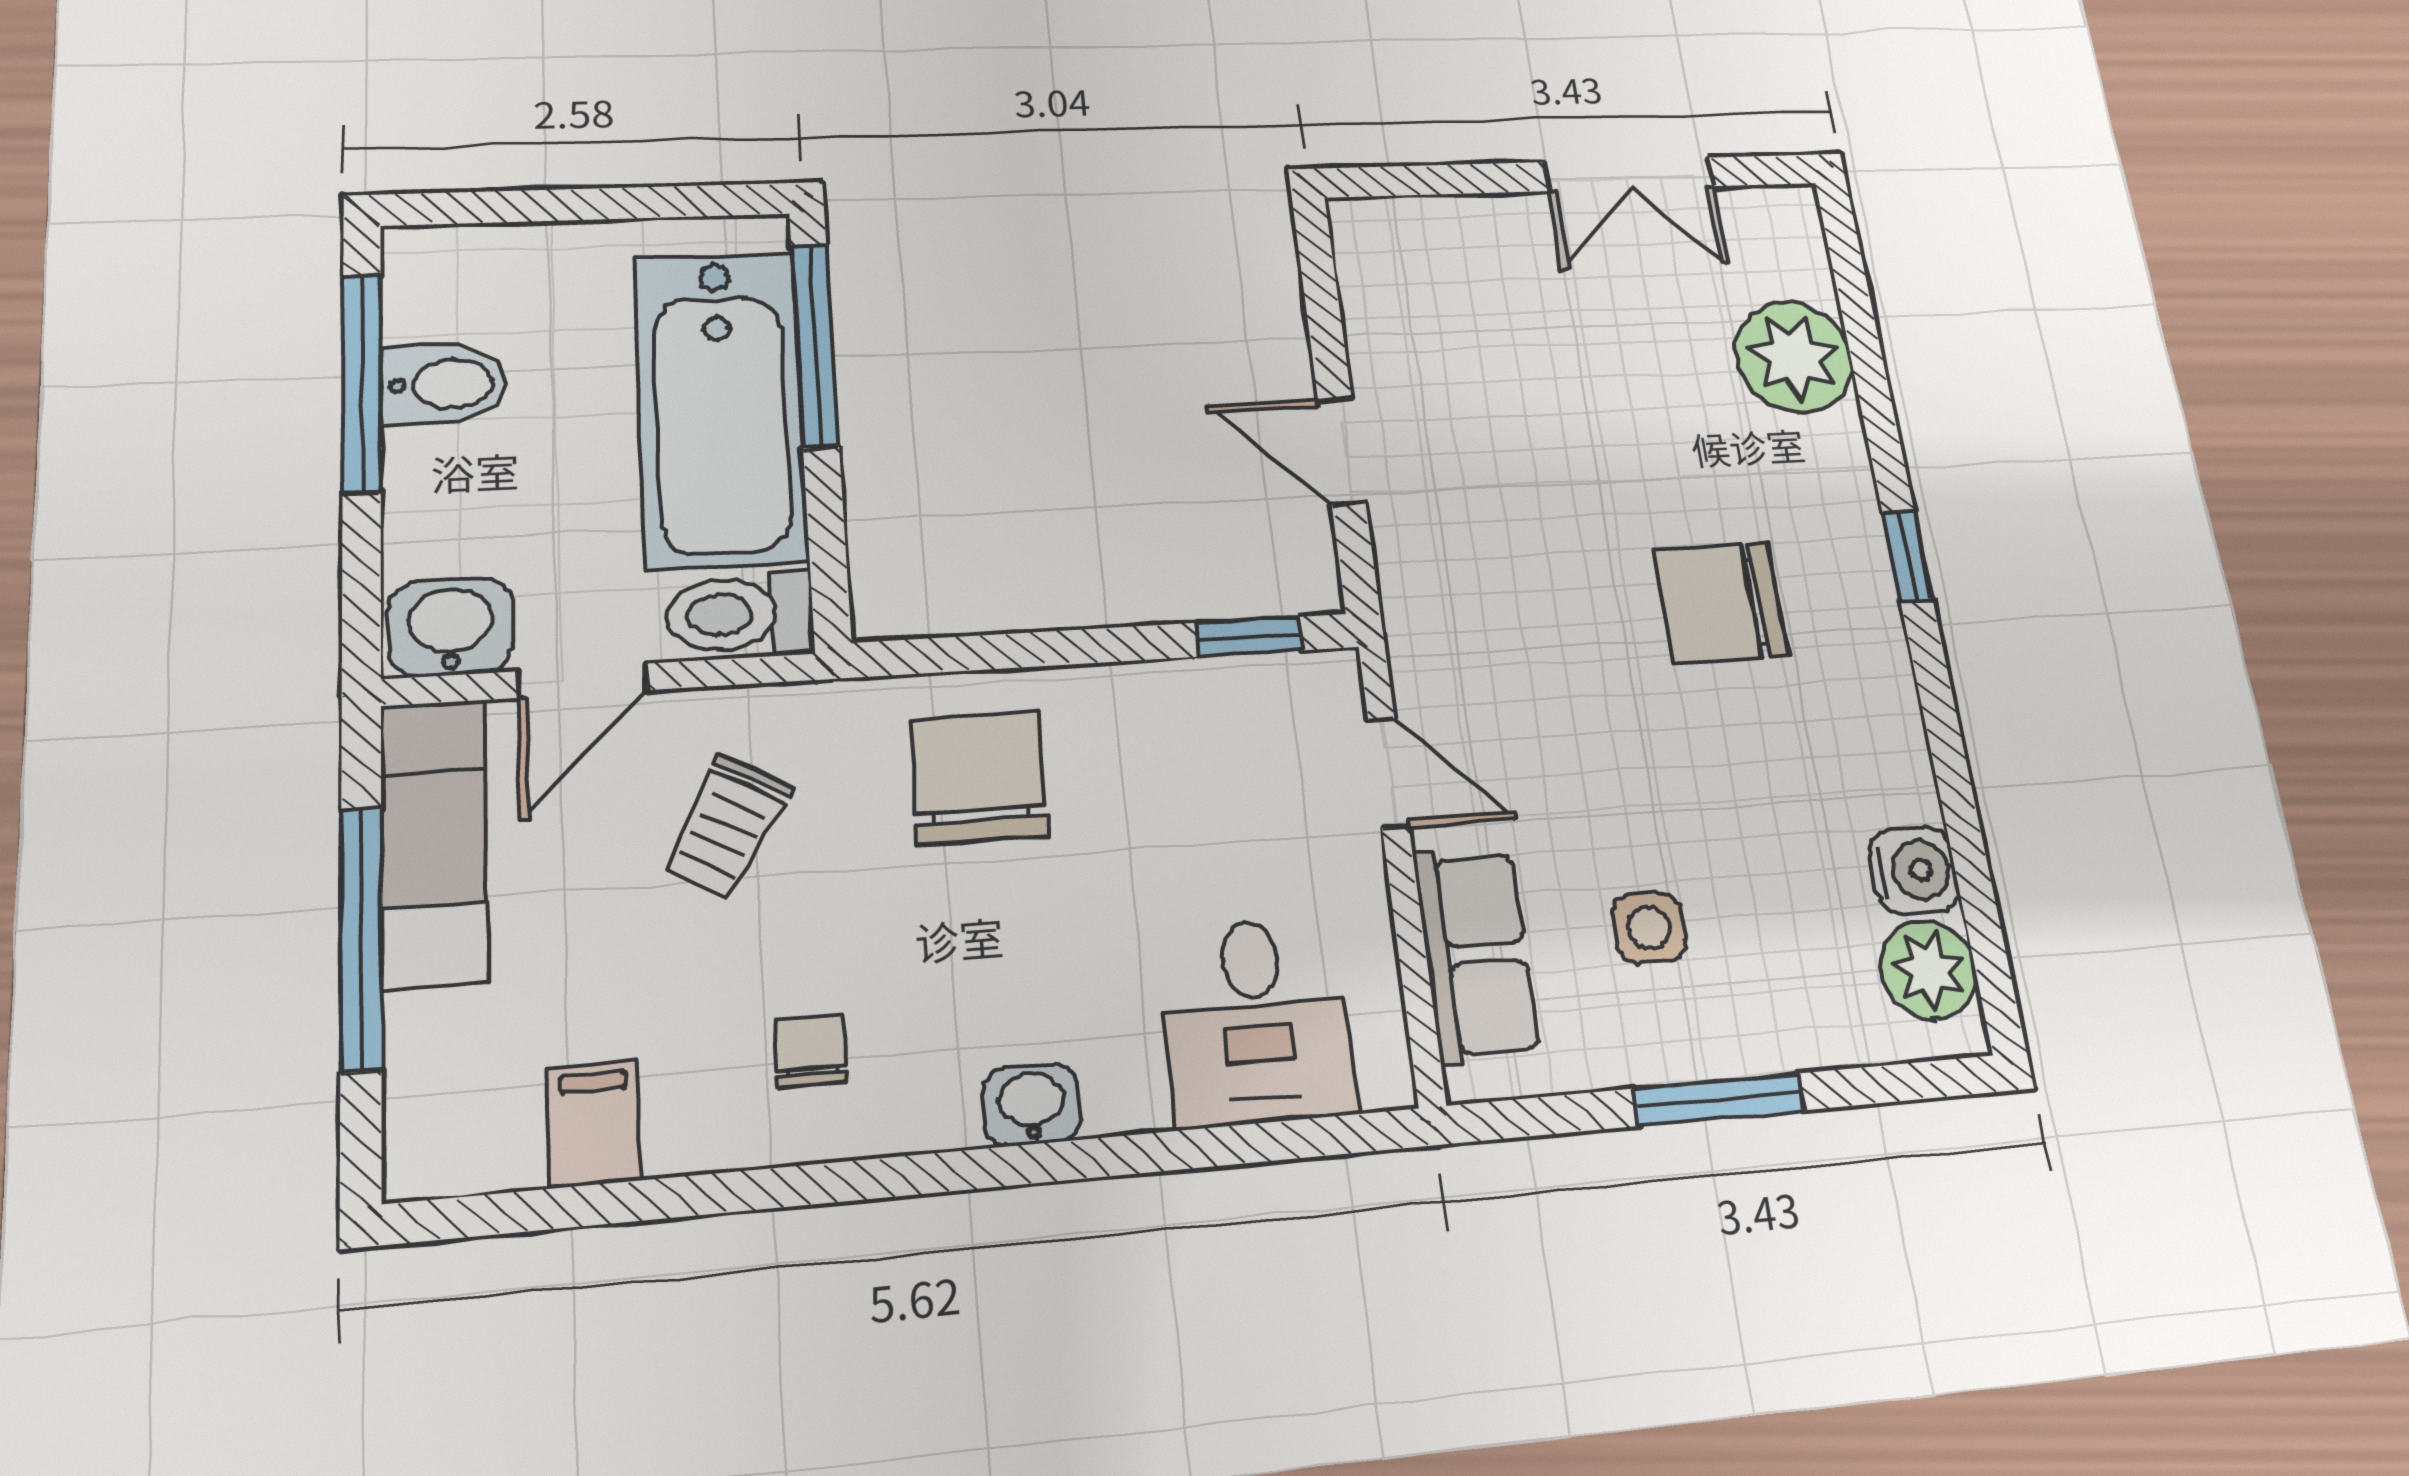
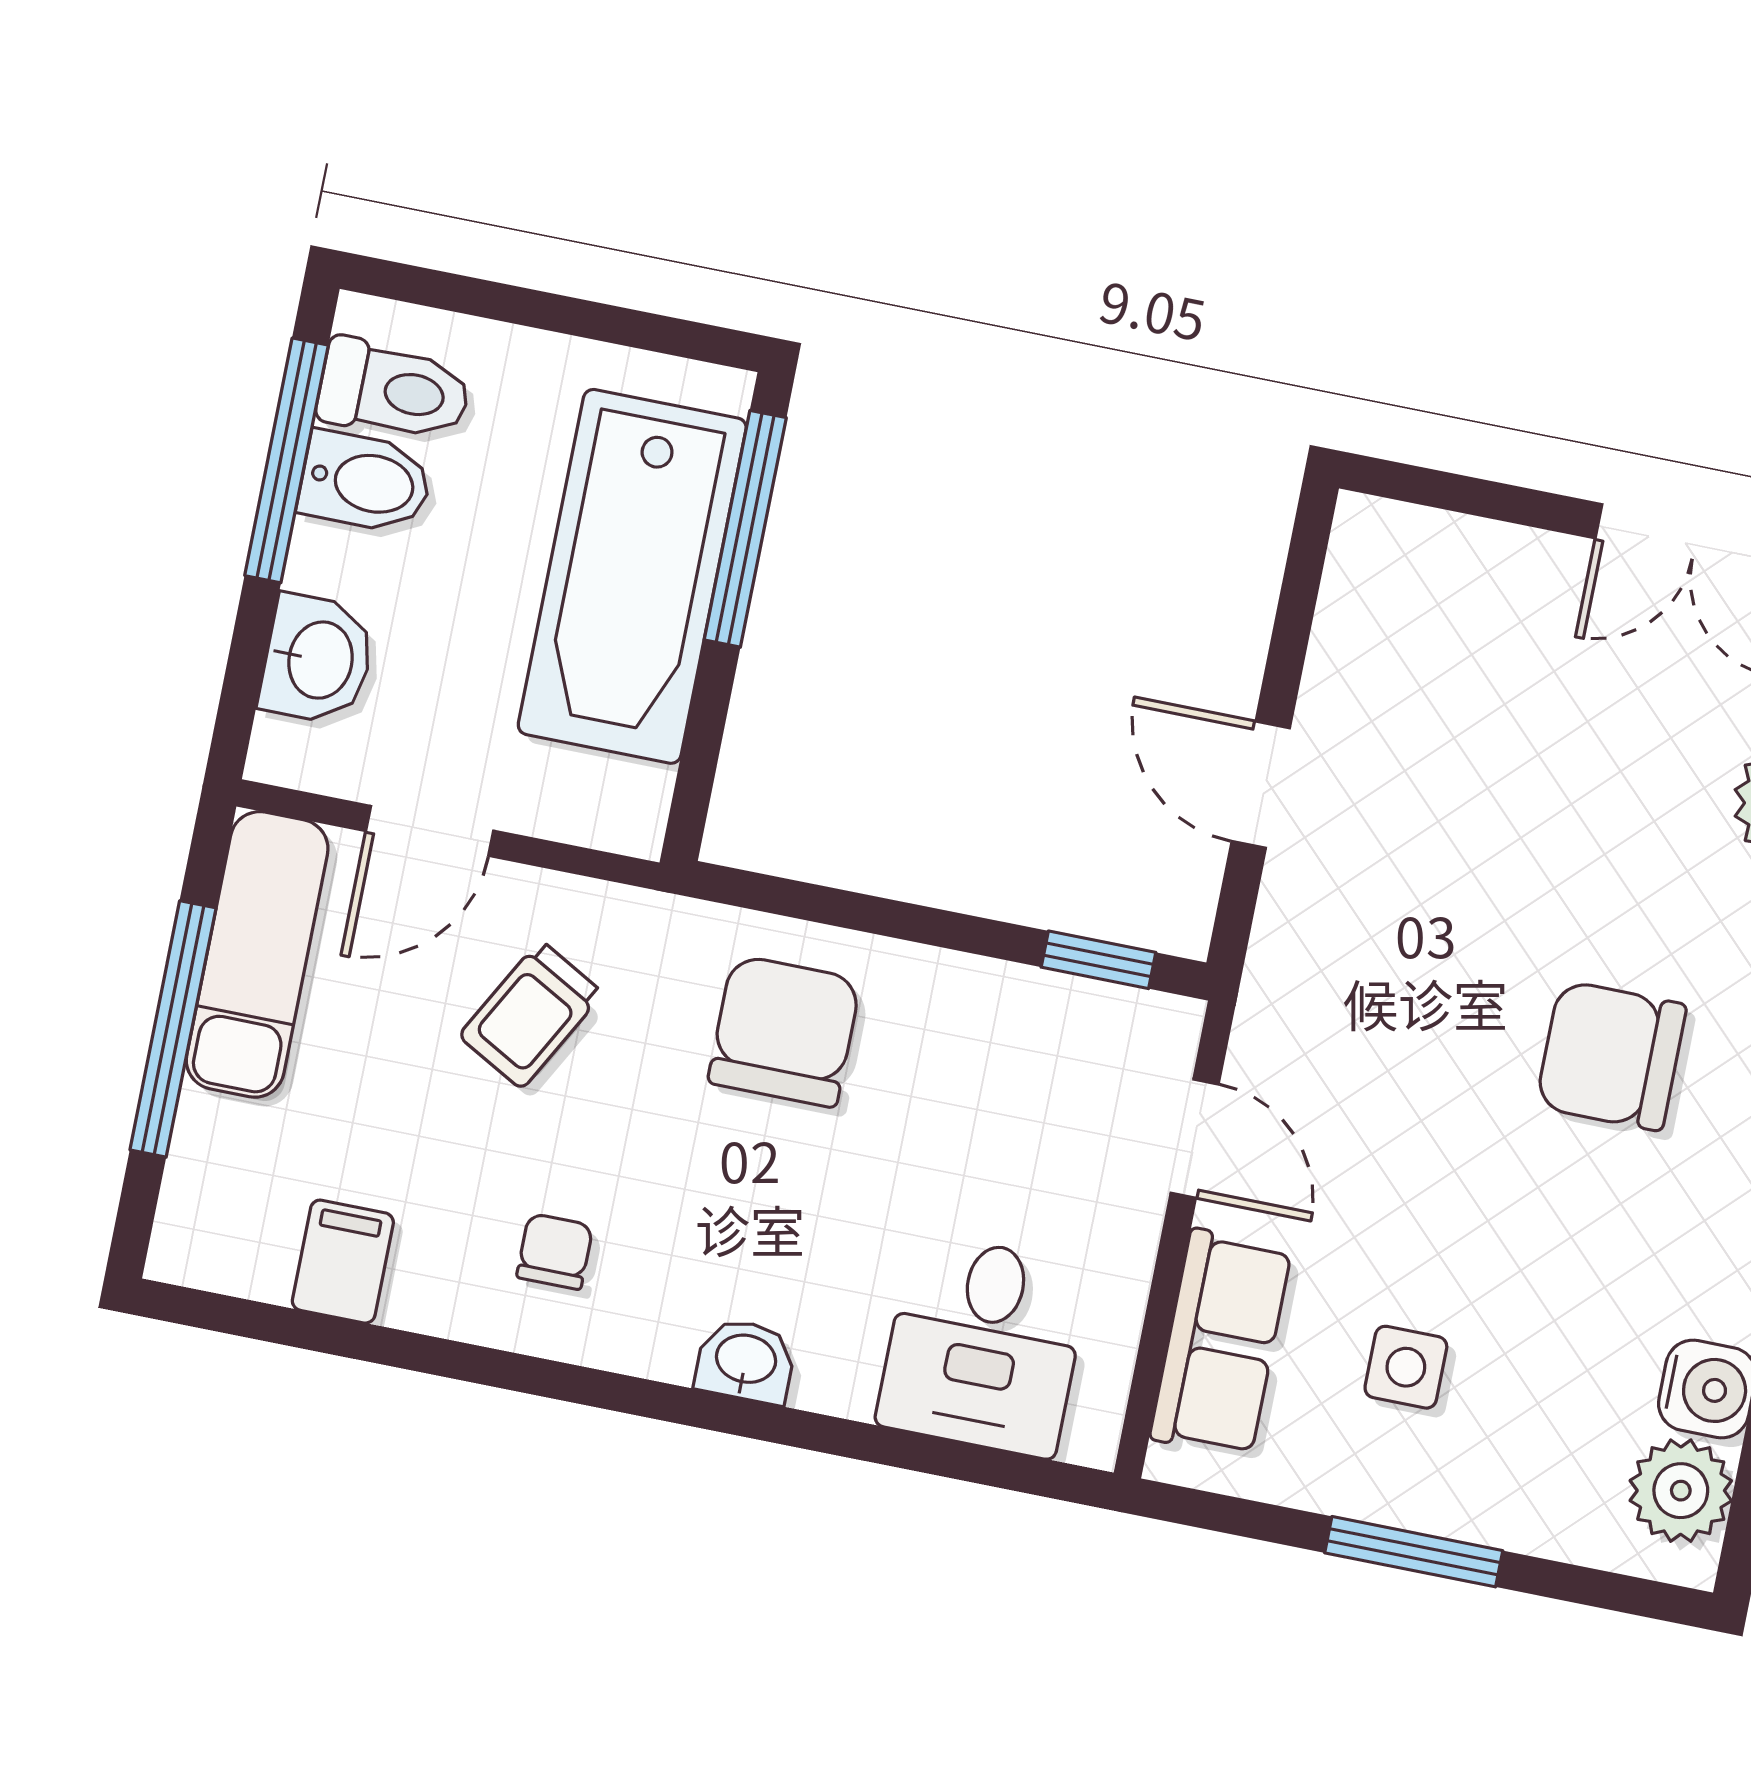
toilet: (740, 614) -> (394, 391), moved, turned 180
washbasin: (451, 627) -> (318, 659), moved, turned 90

